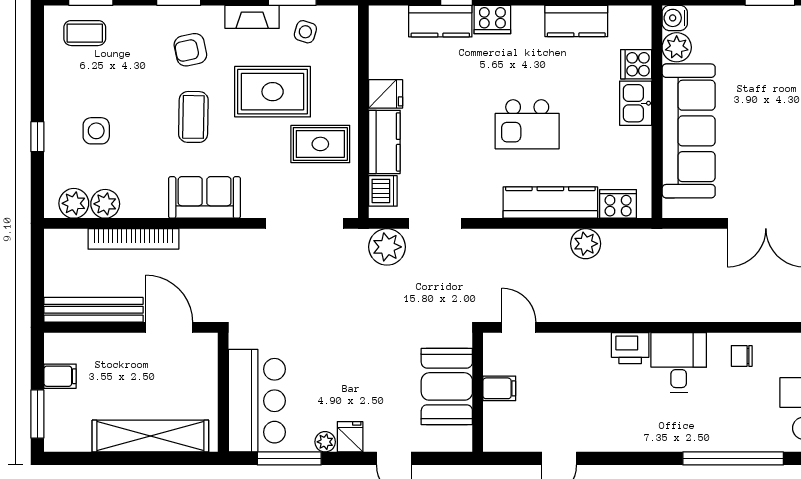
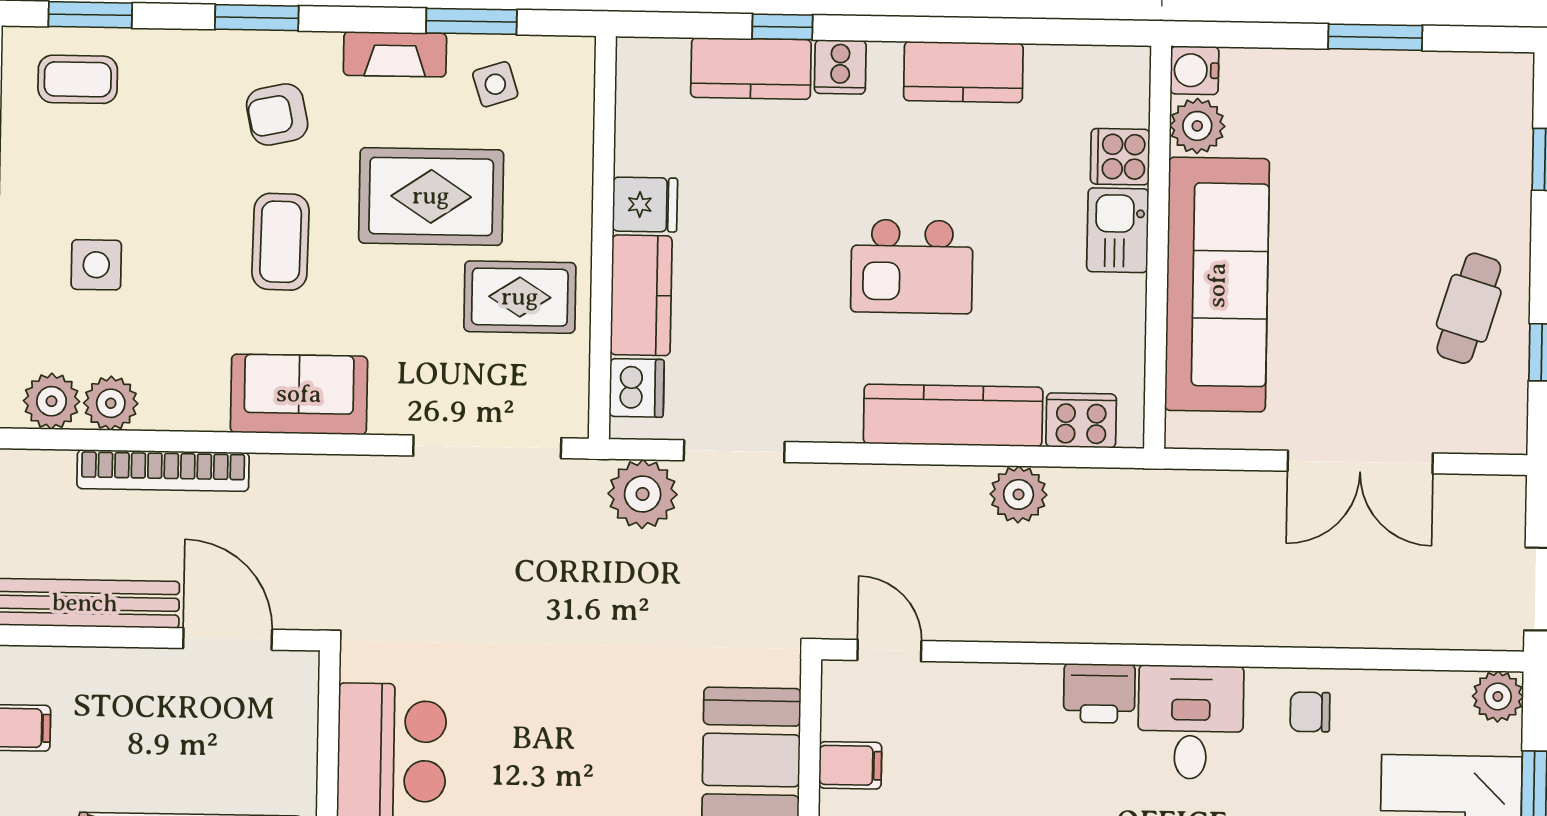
cooker: (492, 19) -> (840, 67), width x0.73
kitchen counter: (576, 21) -> (963, 72), moved
side table: (305, 32) -> (495, 84), turned -35

